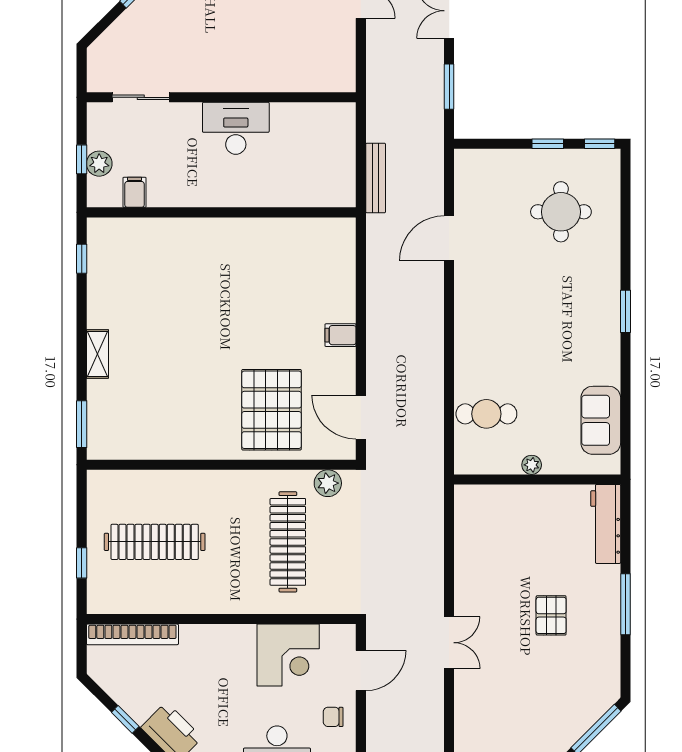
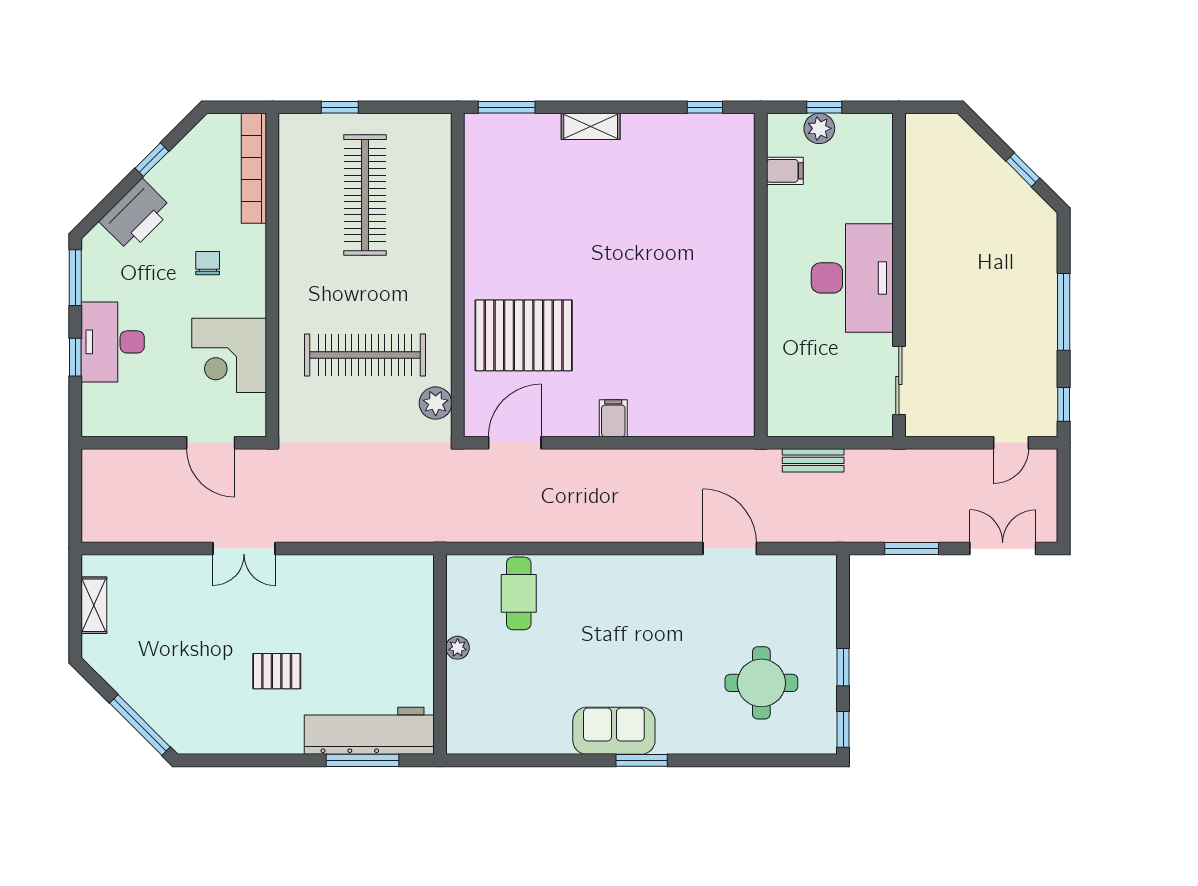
sliding door: (141, 97) -> (899, 381), moved
desk: (236, 128) -> (852, 278), width x1.36, depth x1.30
bench: (376, 178) -> (813, 460), width x0.73
sofa: (601, 420) -> (614, 731), moved
workbench: (606, 524) -> (369, 731), width x1.36, depth x1.32
window: (625, 604) -> (362, 760), moved
chair: (333, 717) -> (208, 263), moved

